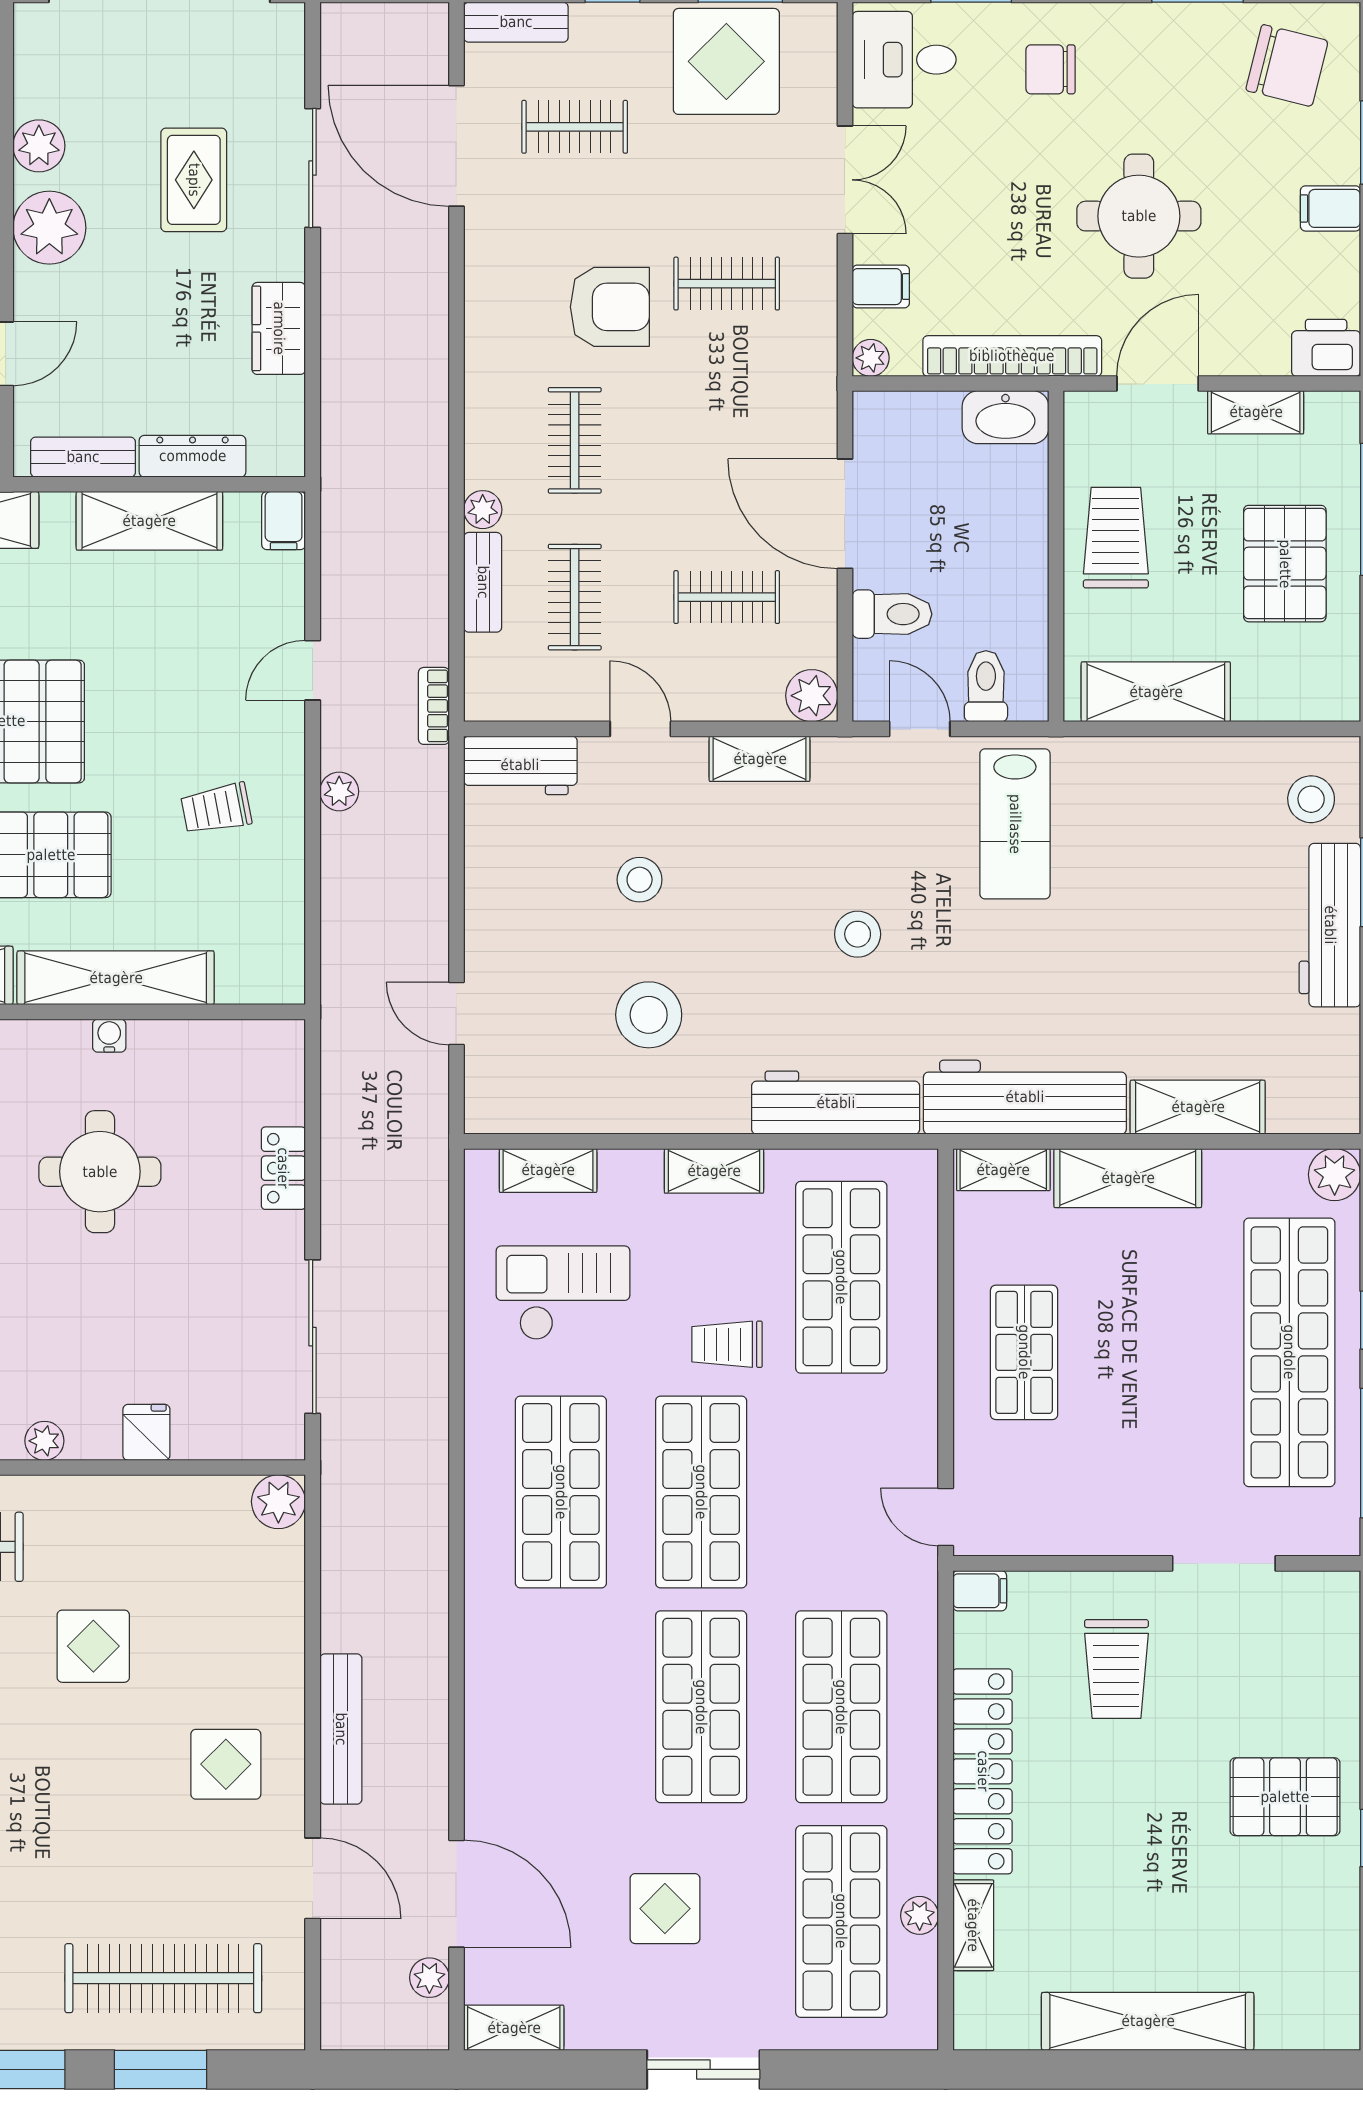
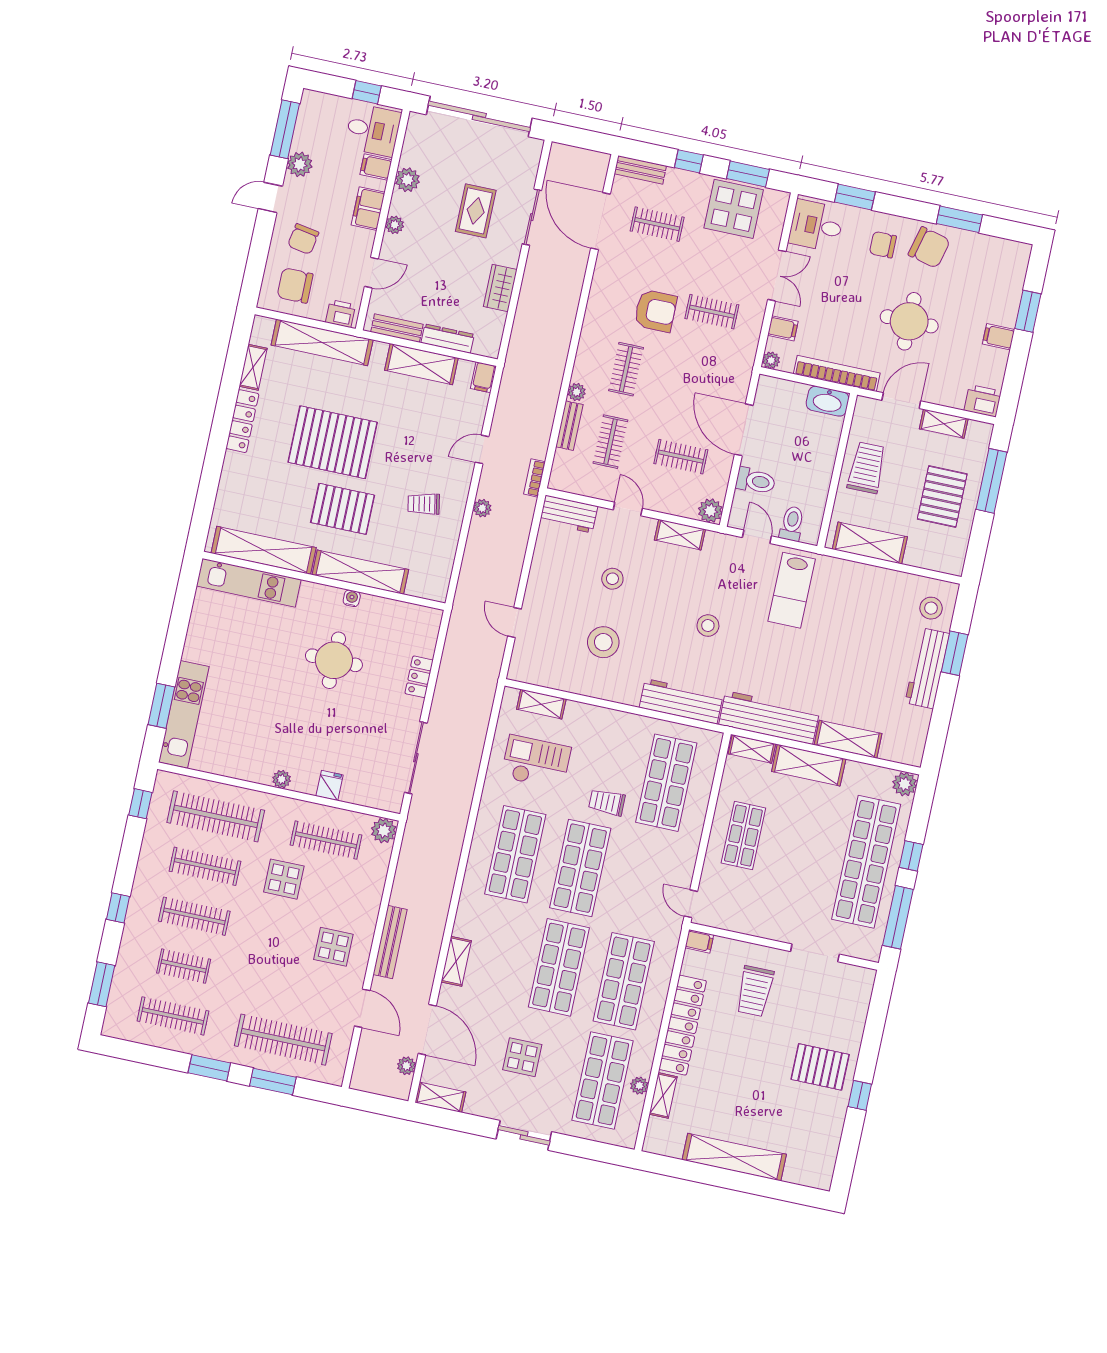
chair: (1287, 66) -> (929, 247), moved
plant: (49, 228) -> (395, 225), width x0.53, depth x0.53
shelving: (714, 1171) -> (456, 961), moved, turned 90
clothes rail: (163, 1547) -> (326, 840), added

